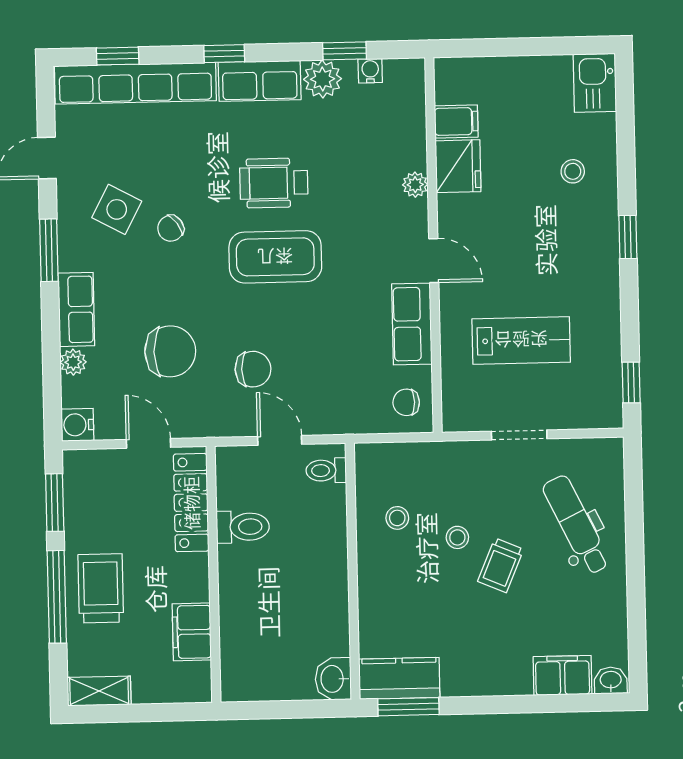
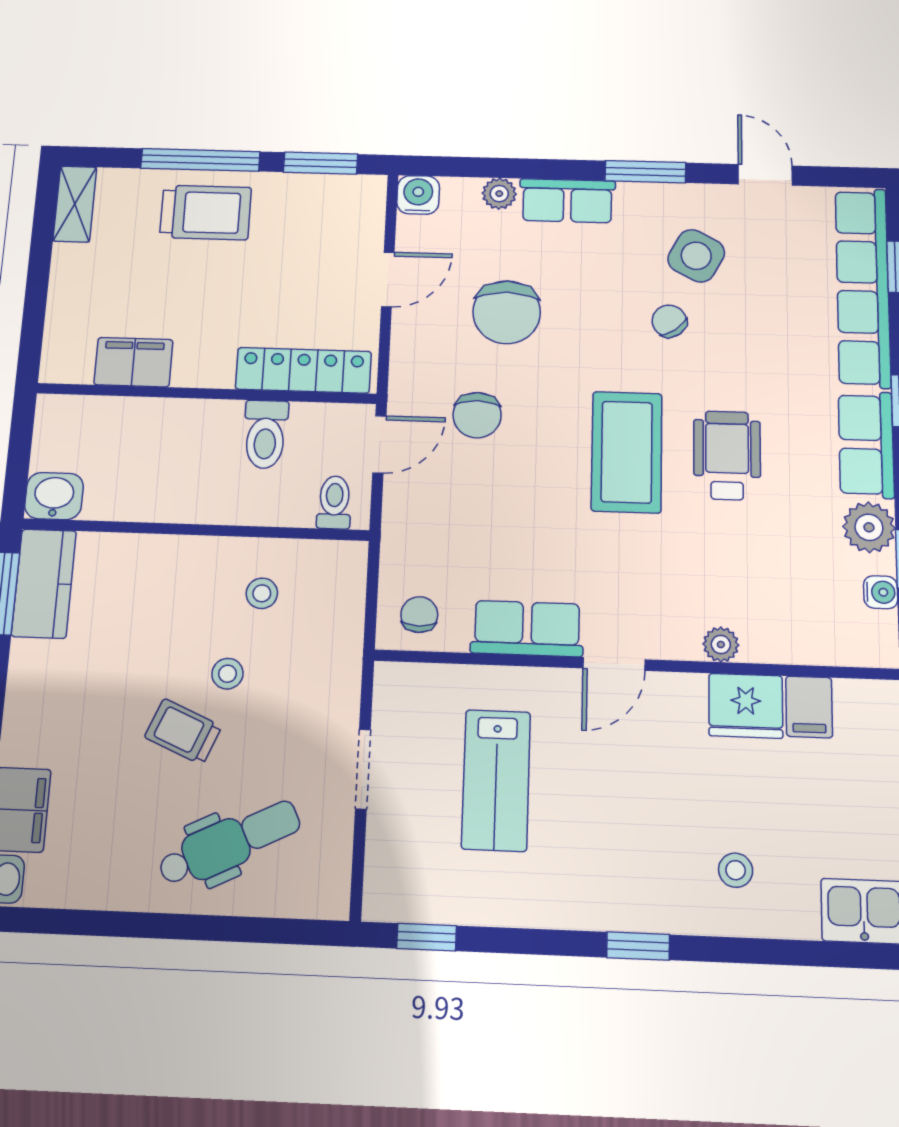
locker: (191, 503) -> (303, 370), moved
toilet: (243, 527) -> (265, 434), moved
wall: (213, 574) -> (206, 394), moved
filing cabinet: (192, 632) -> (133, 362), moved

